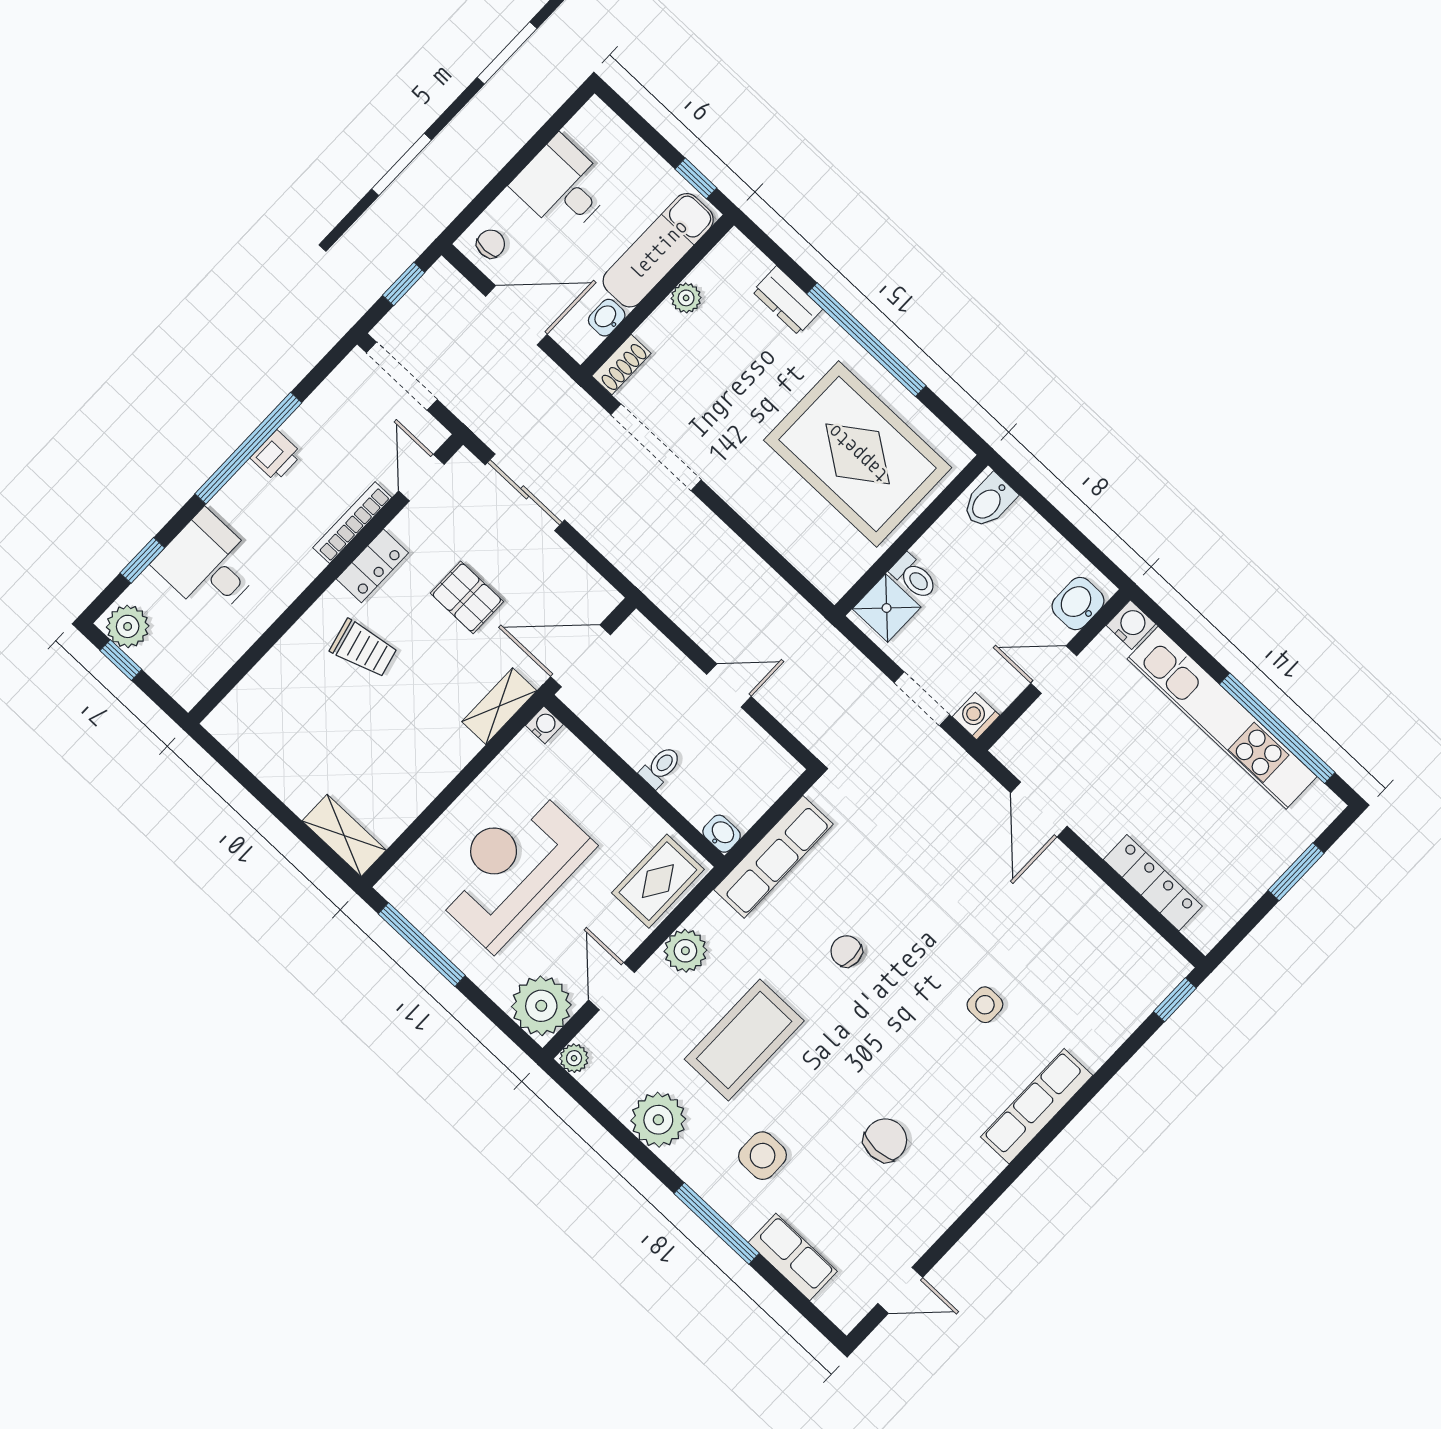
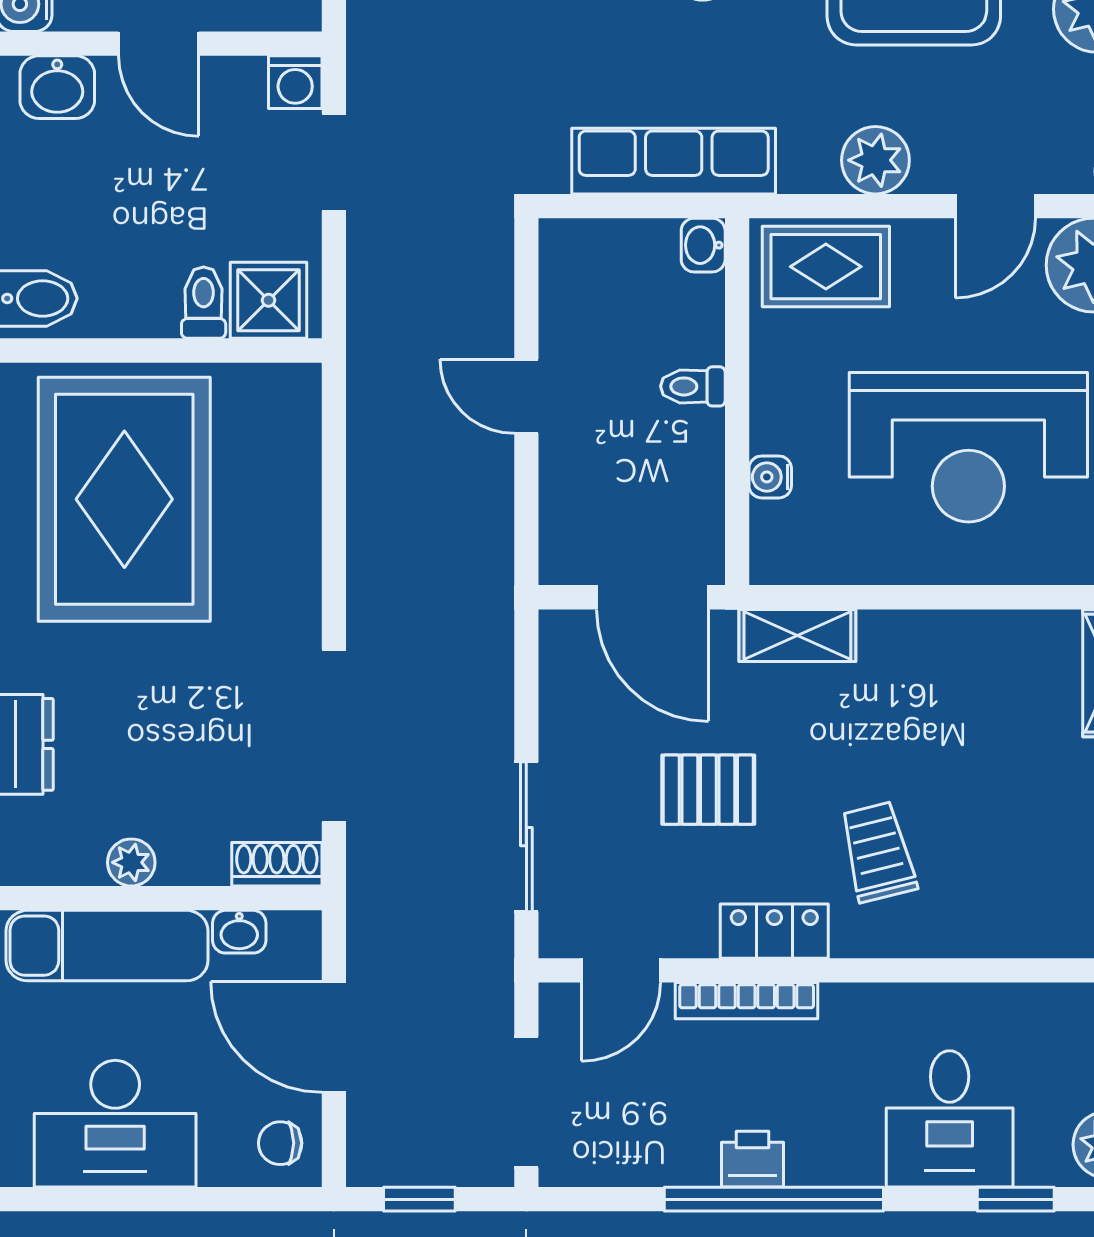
desk: (563, 186) -> (115, 1124), width x1.37
pallet: (467, 597) -> (708, 790), turned 90
water cooler: (544, 725) -> (770, 477), moved

